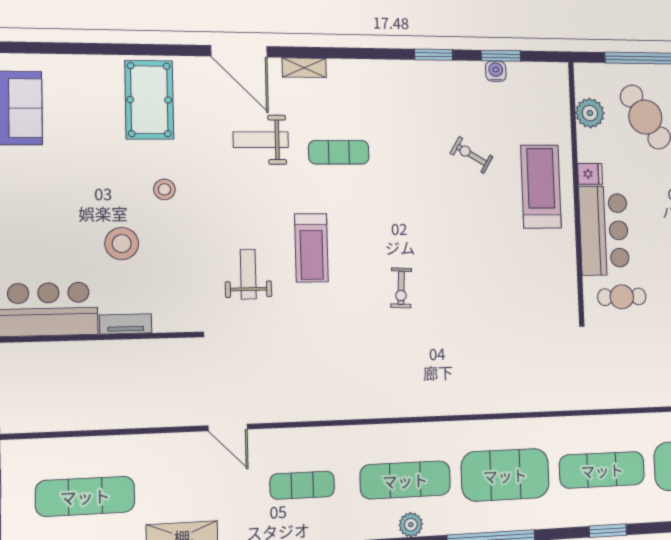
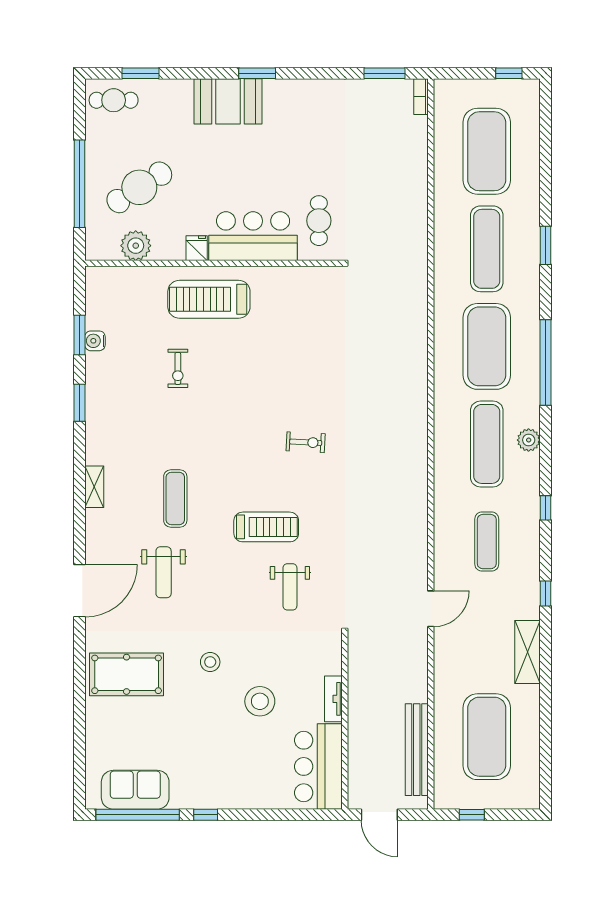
shelving: (304, 68) -> (94, 487), moved
exercise bike: (471, 155) -> (178, 368), turned -31
weight bench: (248, 274) -> (290, 587), turned -90
bench: (69, 418) -> (417, 750), added
exercise mat: (85, 496) -> (487, 737), width x1.47

